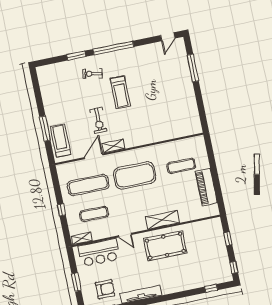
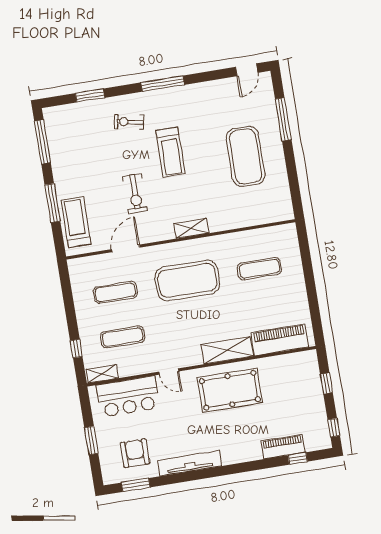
window: (113, 48) -> (163, 84), width x0.68
window: (76, 56) -> (90, 96), moved
window: (37, 89) -> (42, 142), added
exercise mat: (169, 93) -> (246, 156), added
shelving: (114, 146) -> (191, 228), moved
exercise mat: (88, 185) -> (115, 292), width x0.73, depth x0.69
piano: (206, 187) -> (280, 340), moved, turned 90
window: (62, 210) -> (76, 349), moved
piano: (201, 281) -> (283, 447), added
armchair: (105, 289) -> (135, 453), turned -90

